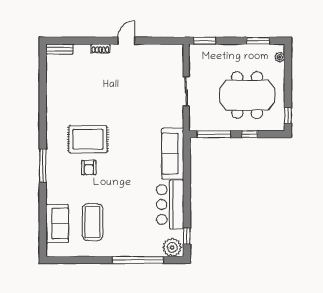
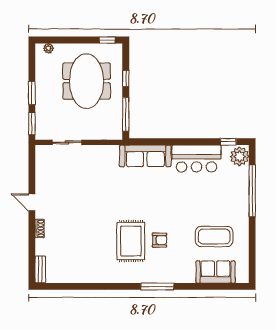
window: (258, 41) -> (32, 93), moved
sliding door: (186, 91) -> (67, 142), moved

